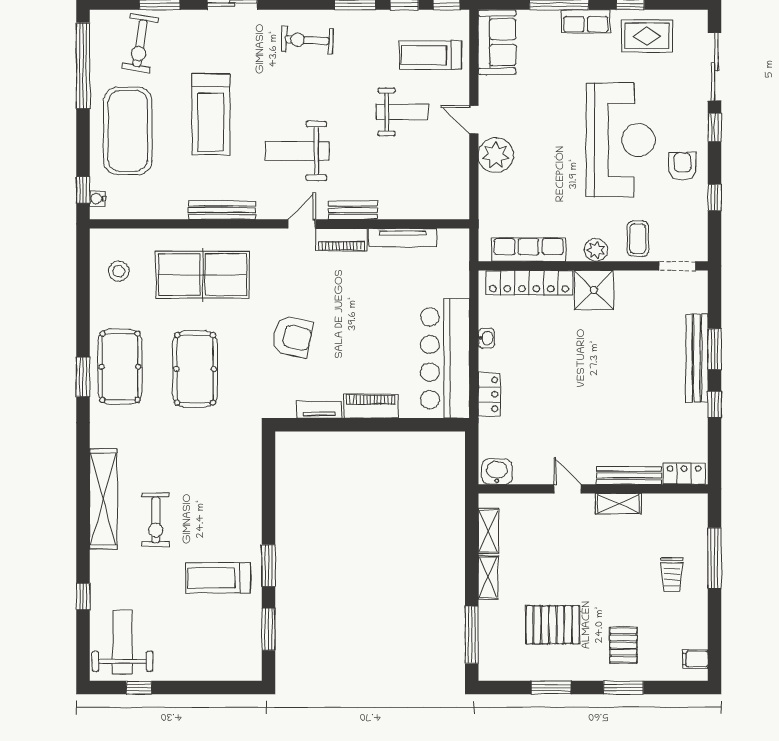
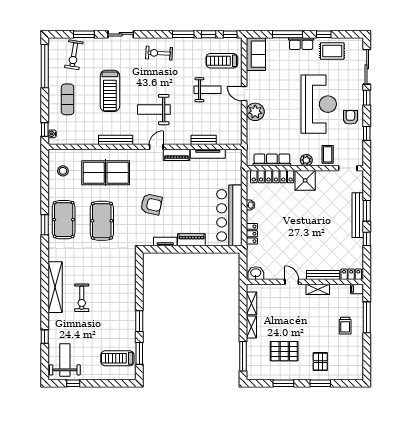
exercise mat: (128, 131) -> (68, 99), width x0.50, depth x0.69
bench: (353, 210) -> (204, 140), moved
treadmill: (218, 578) -> (117, 358), moved
filing cabinet: (695, 659) -> (357, 289), moved

